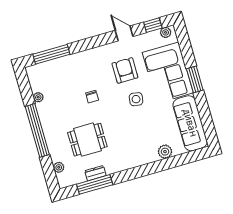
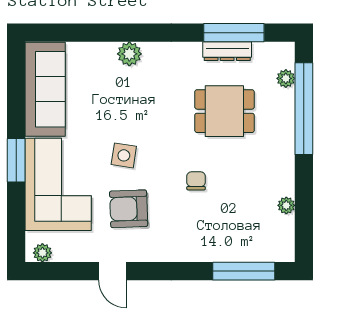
window: (153, 25) -> (60, 271), removed
armchair: (125, 70) -> (129, 209), turned 88
window: (37, 130) -> (304, 109), moved
plant: (165, 152) -> (129, 54), moved
dresser: (95, 173) -> (227, 51), width x1.44

